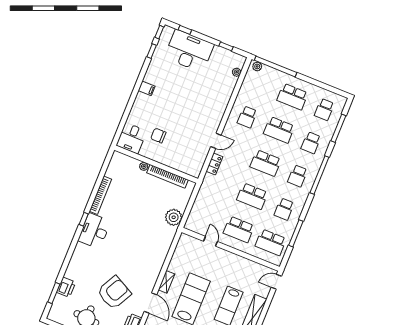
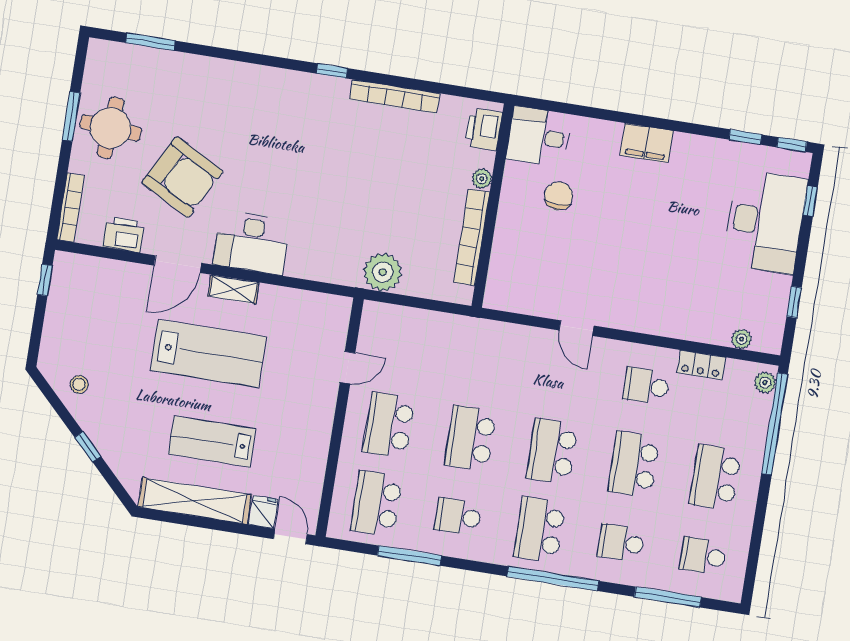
filing cabinet: (147, 88) -> (646, 143), width x2.00
locker: (214, 164) -> (701, 365), moved
school desk: (298, 176) -> (540, 530), width x1.85
desk: (94, 231) -> (252, 243), moved, turned 180
printer: (66, 287) -> (484, 129), moved, turned 90
fridge: (263, 291) -> (263, 512), added

